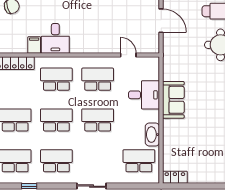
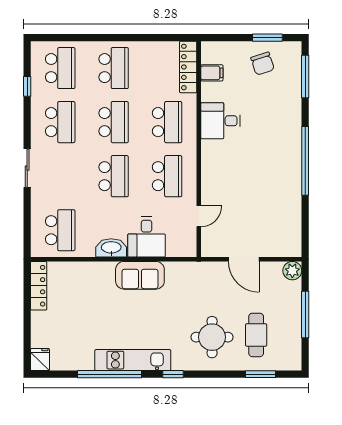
door: (161, 21) -> (244, 259), hinge flipped
filing cabinet: (34, 45) -> (212, 73), moved
washbasin: (152, 135) -> (111, 248), moved
locker: (175, 177) -> (39, 286), width x1.53

